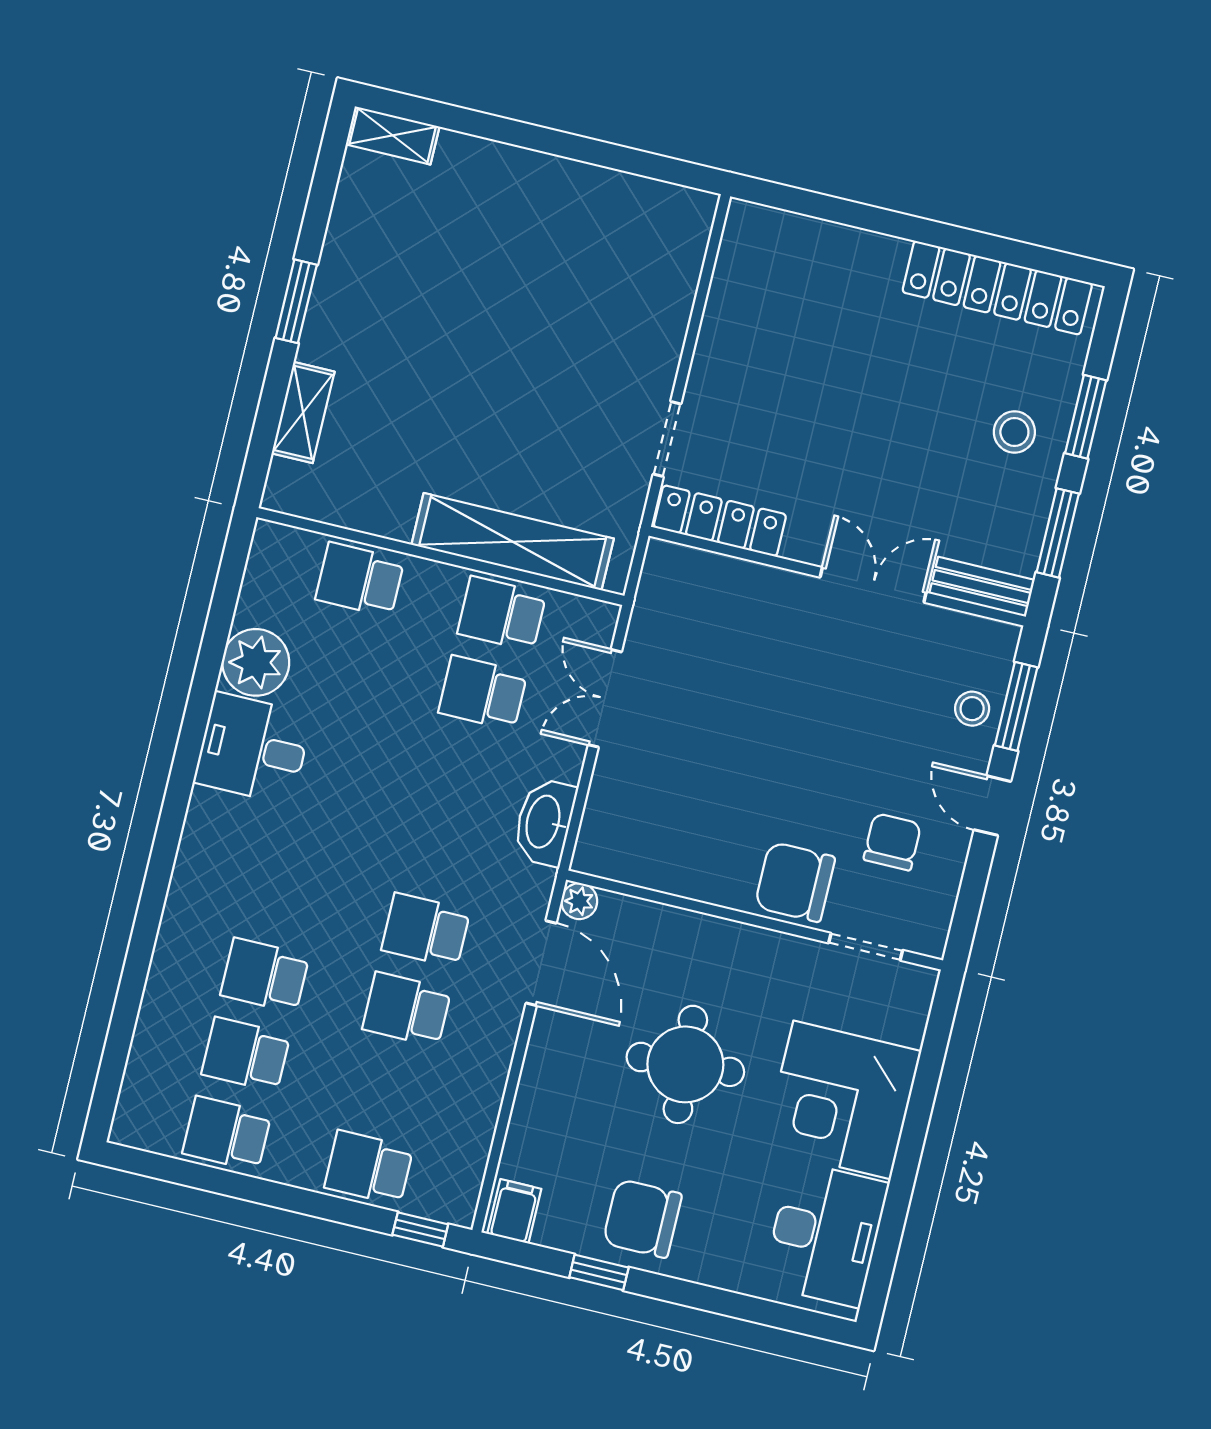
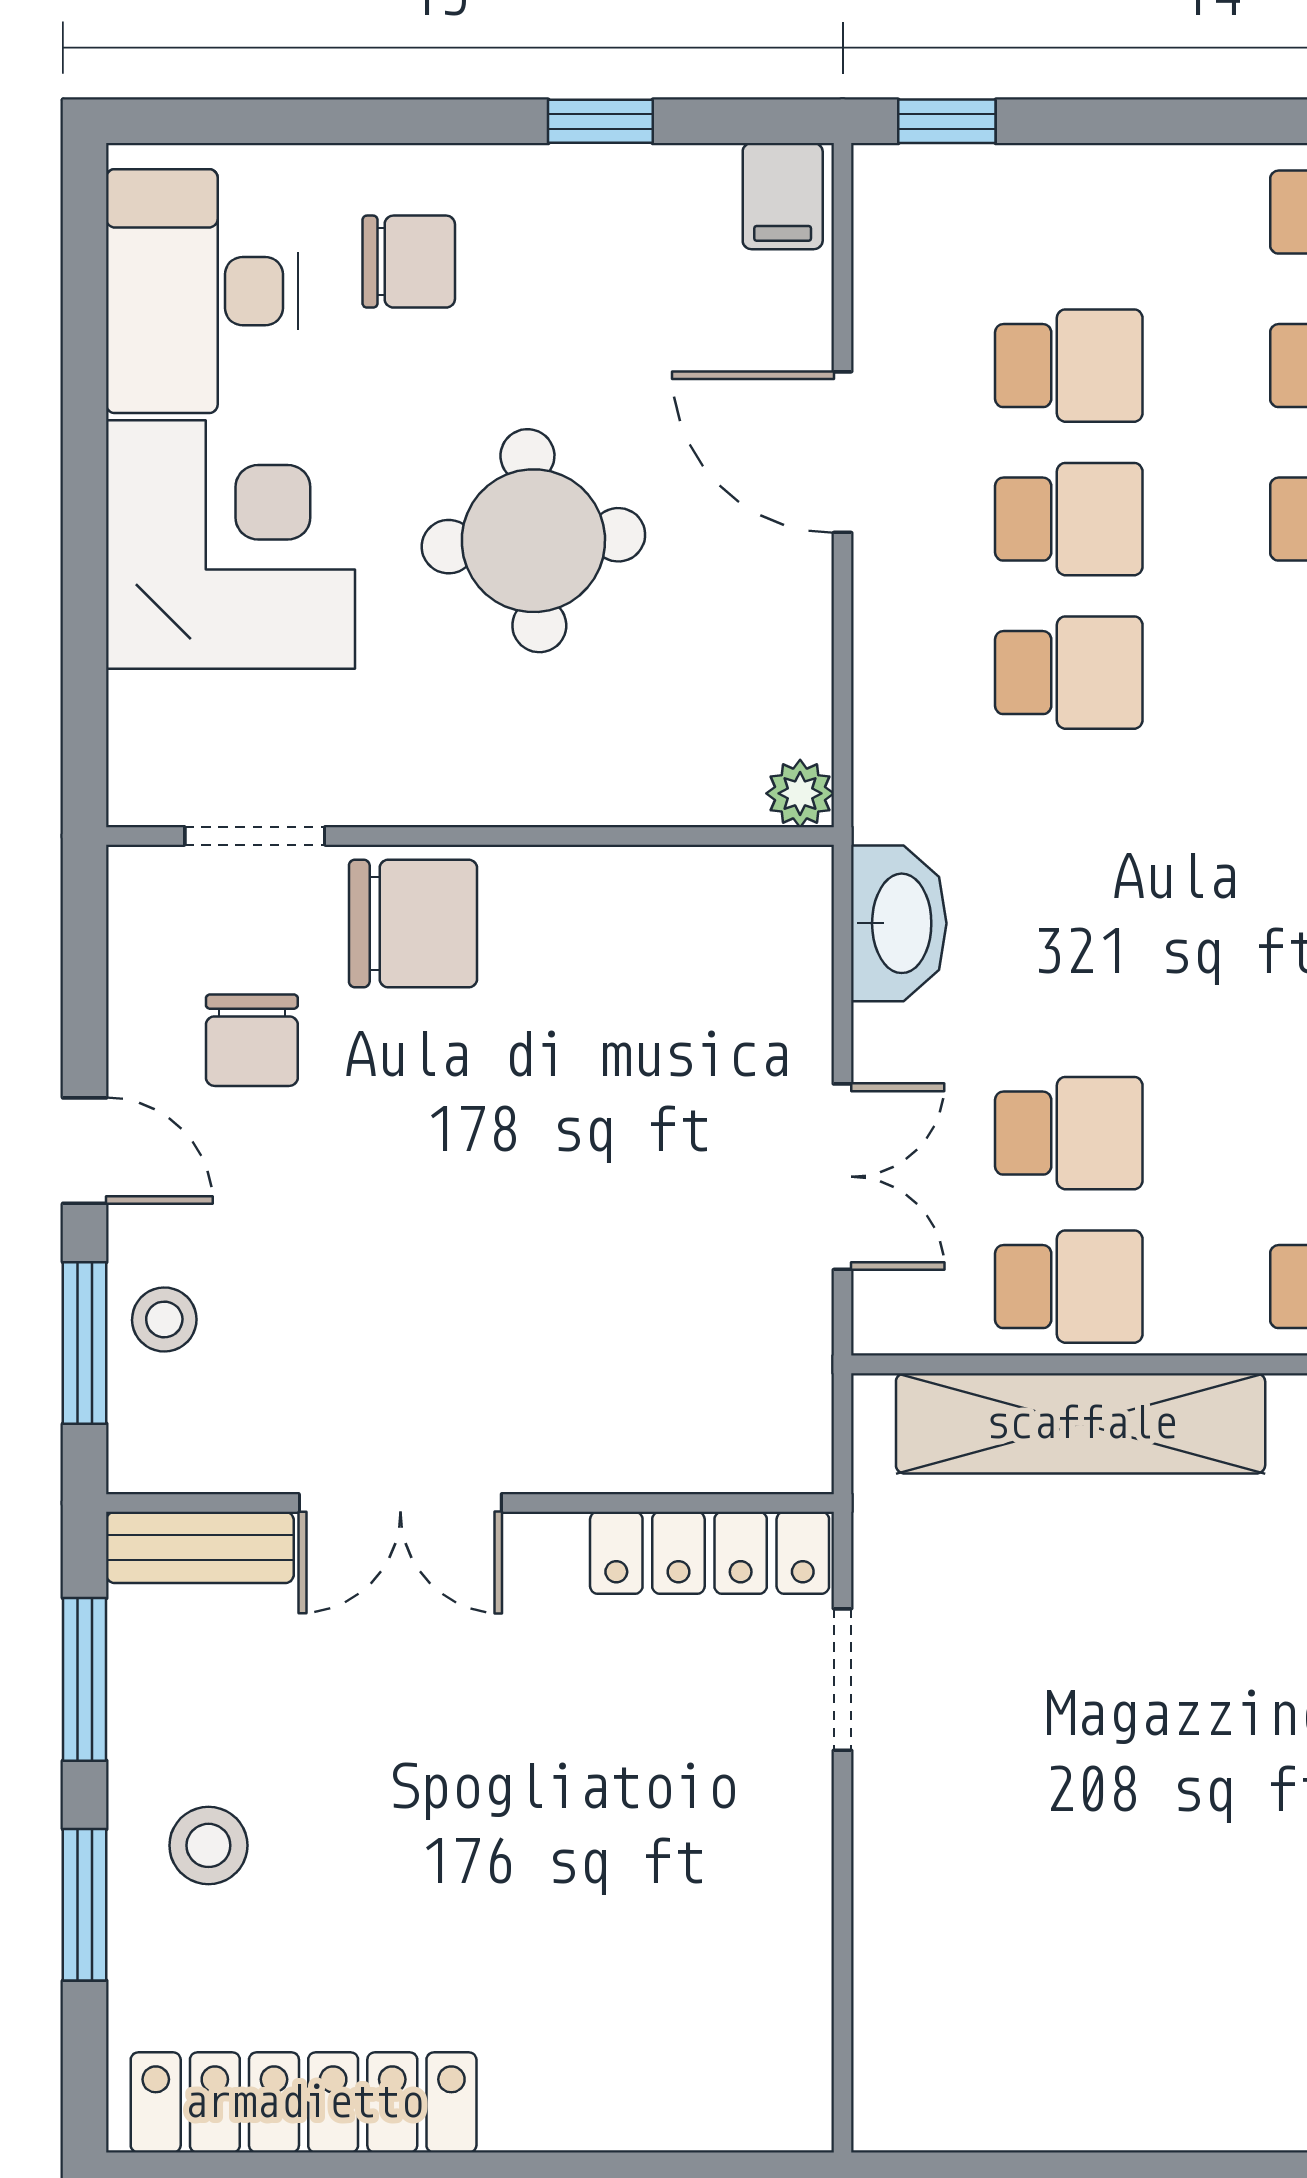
door: (541, 963) -> (843, 452), moved
school desk: (369, 1168) -> (1069, 366), moved
chair: (642, 1219) -> (409, 262), moved, width x0.73, depth x0.73

